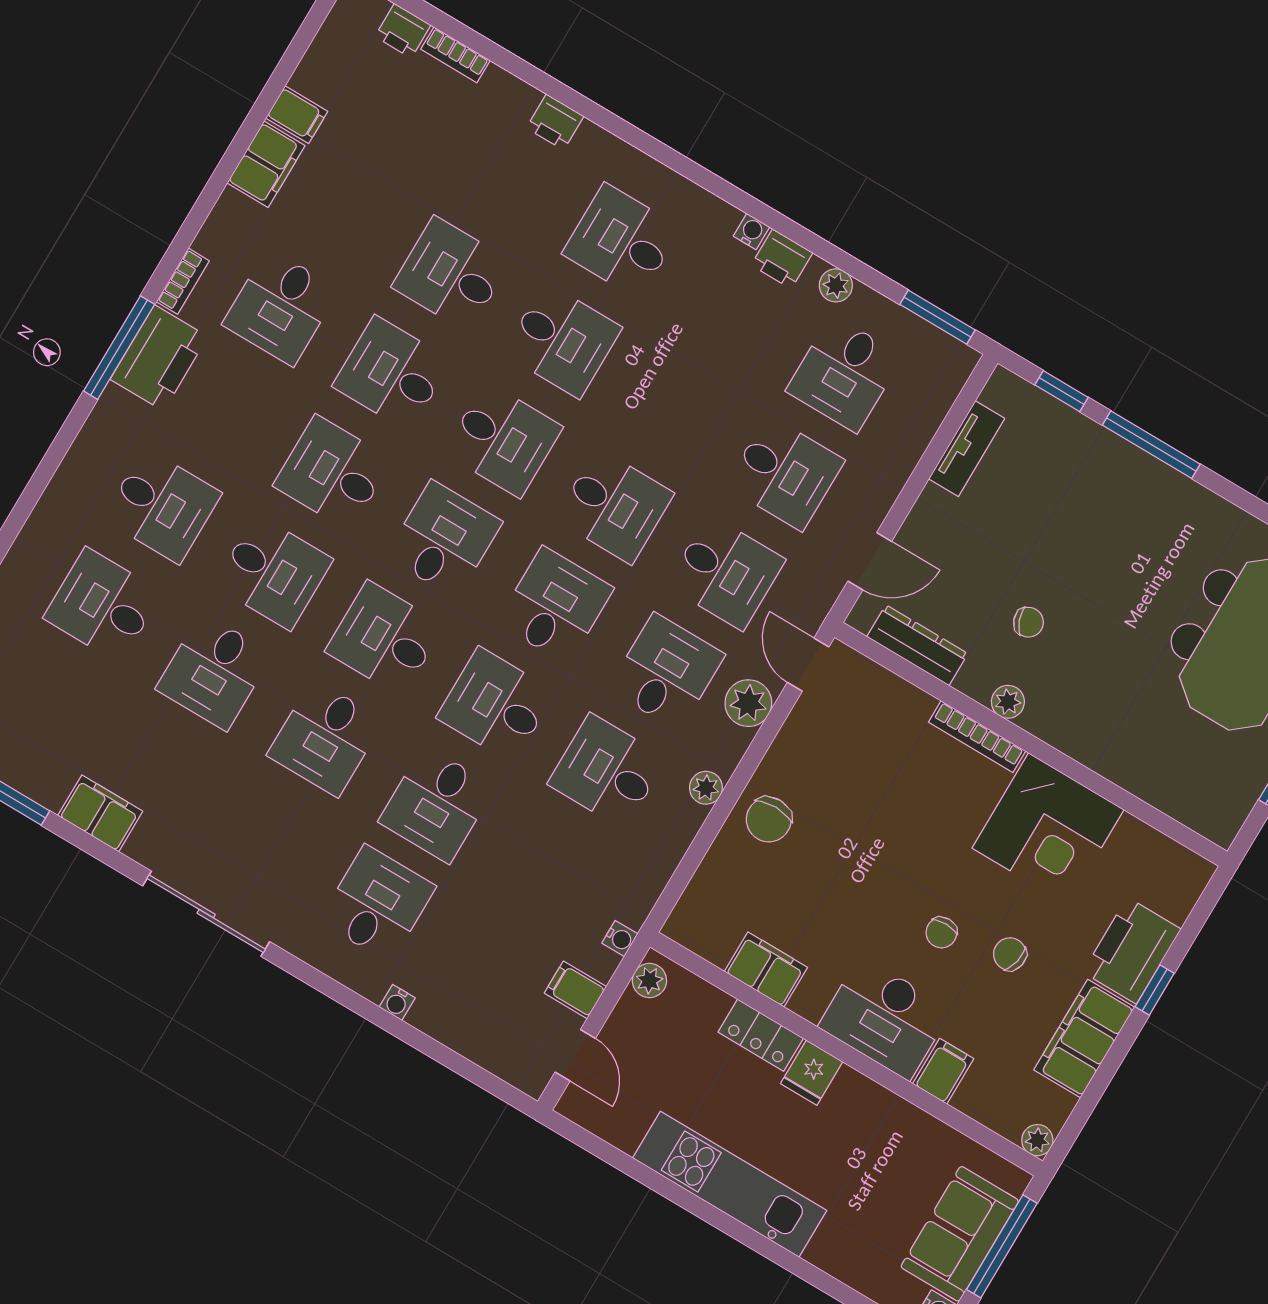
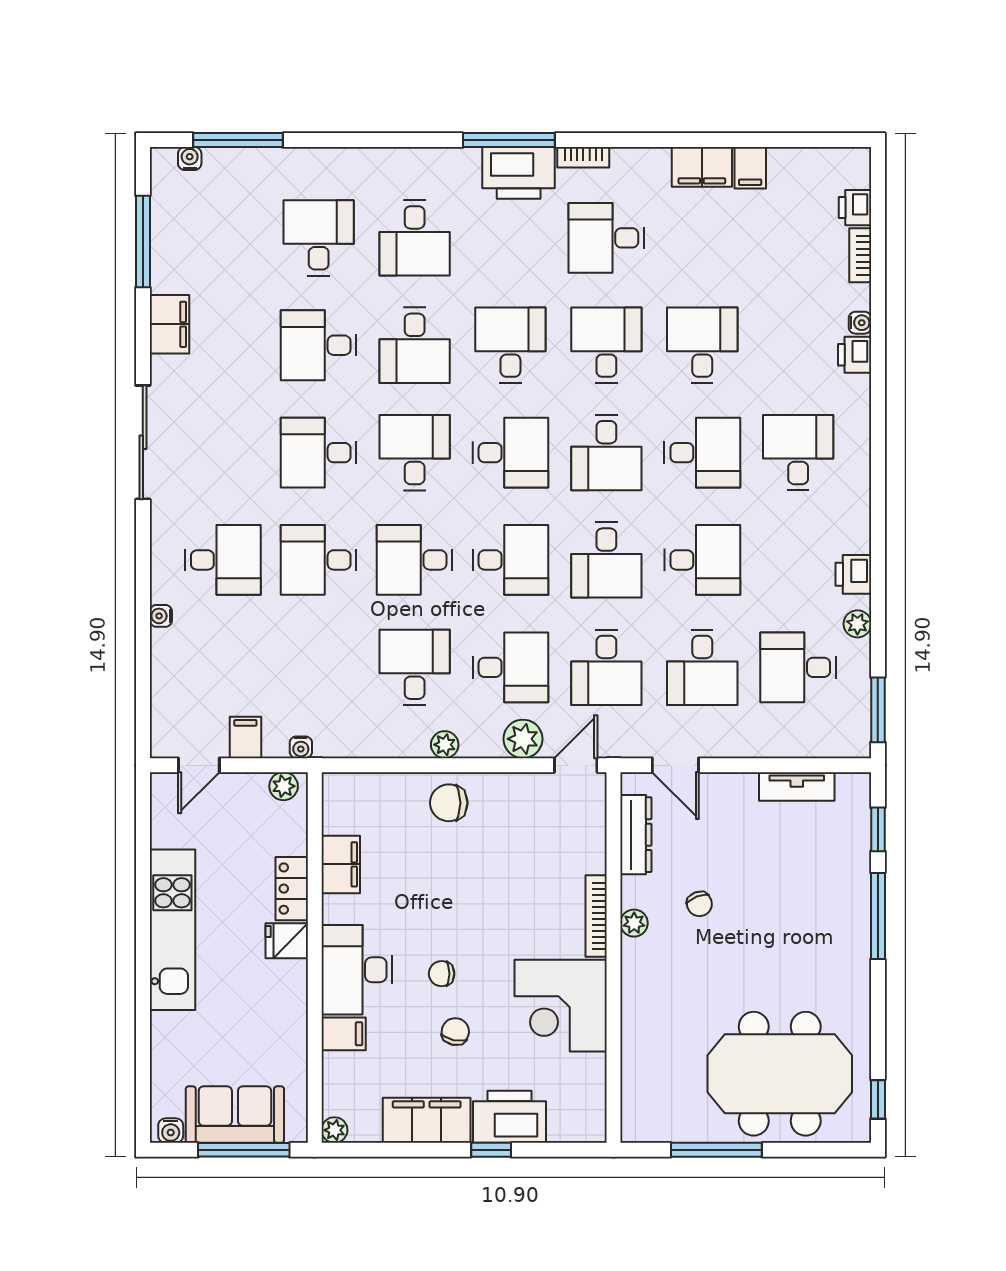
water cooler: (752, 232) -> (860, 323), moved
desk: (562, 340) -> (702, 453), turned -90
desk: (674, 407) -> (702, 560), added
desk: (496, 705) -> (415, 560), turned -90

